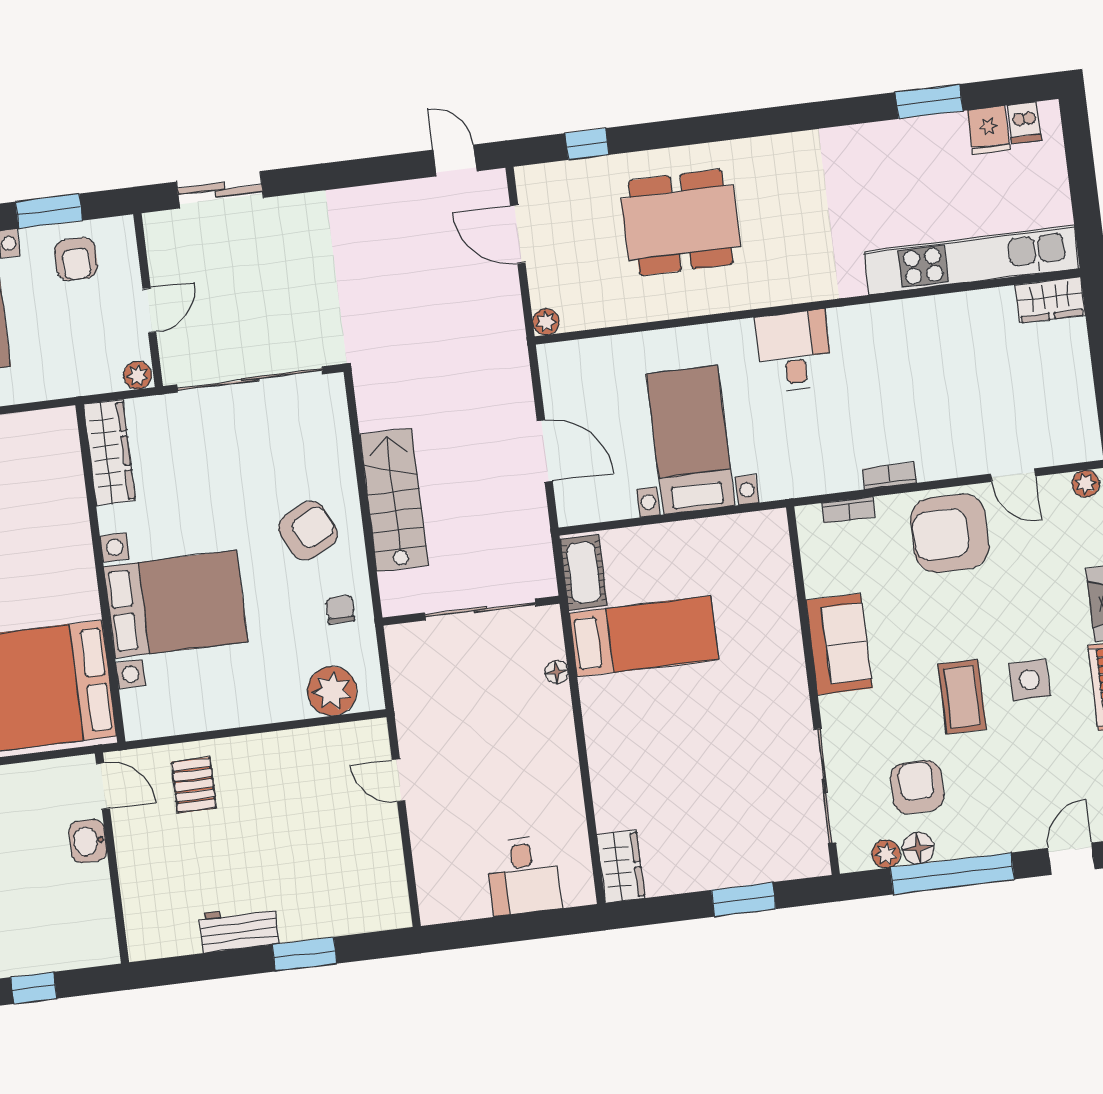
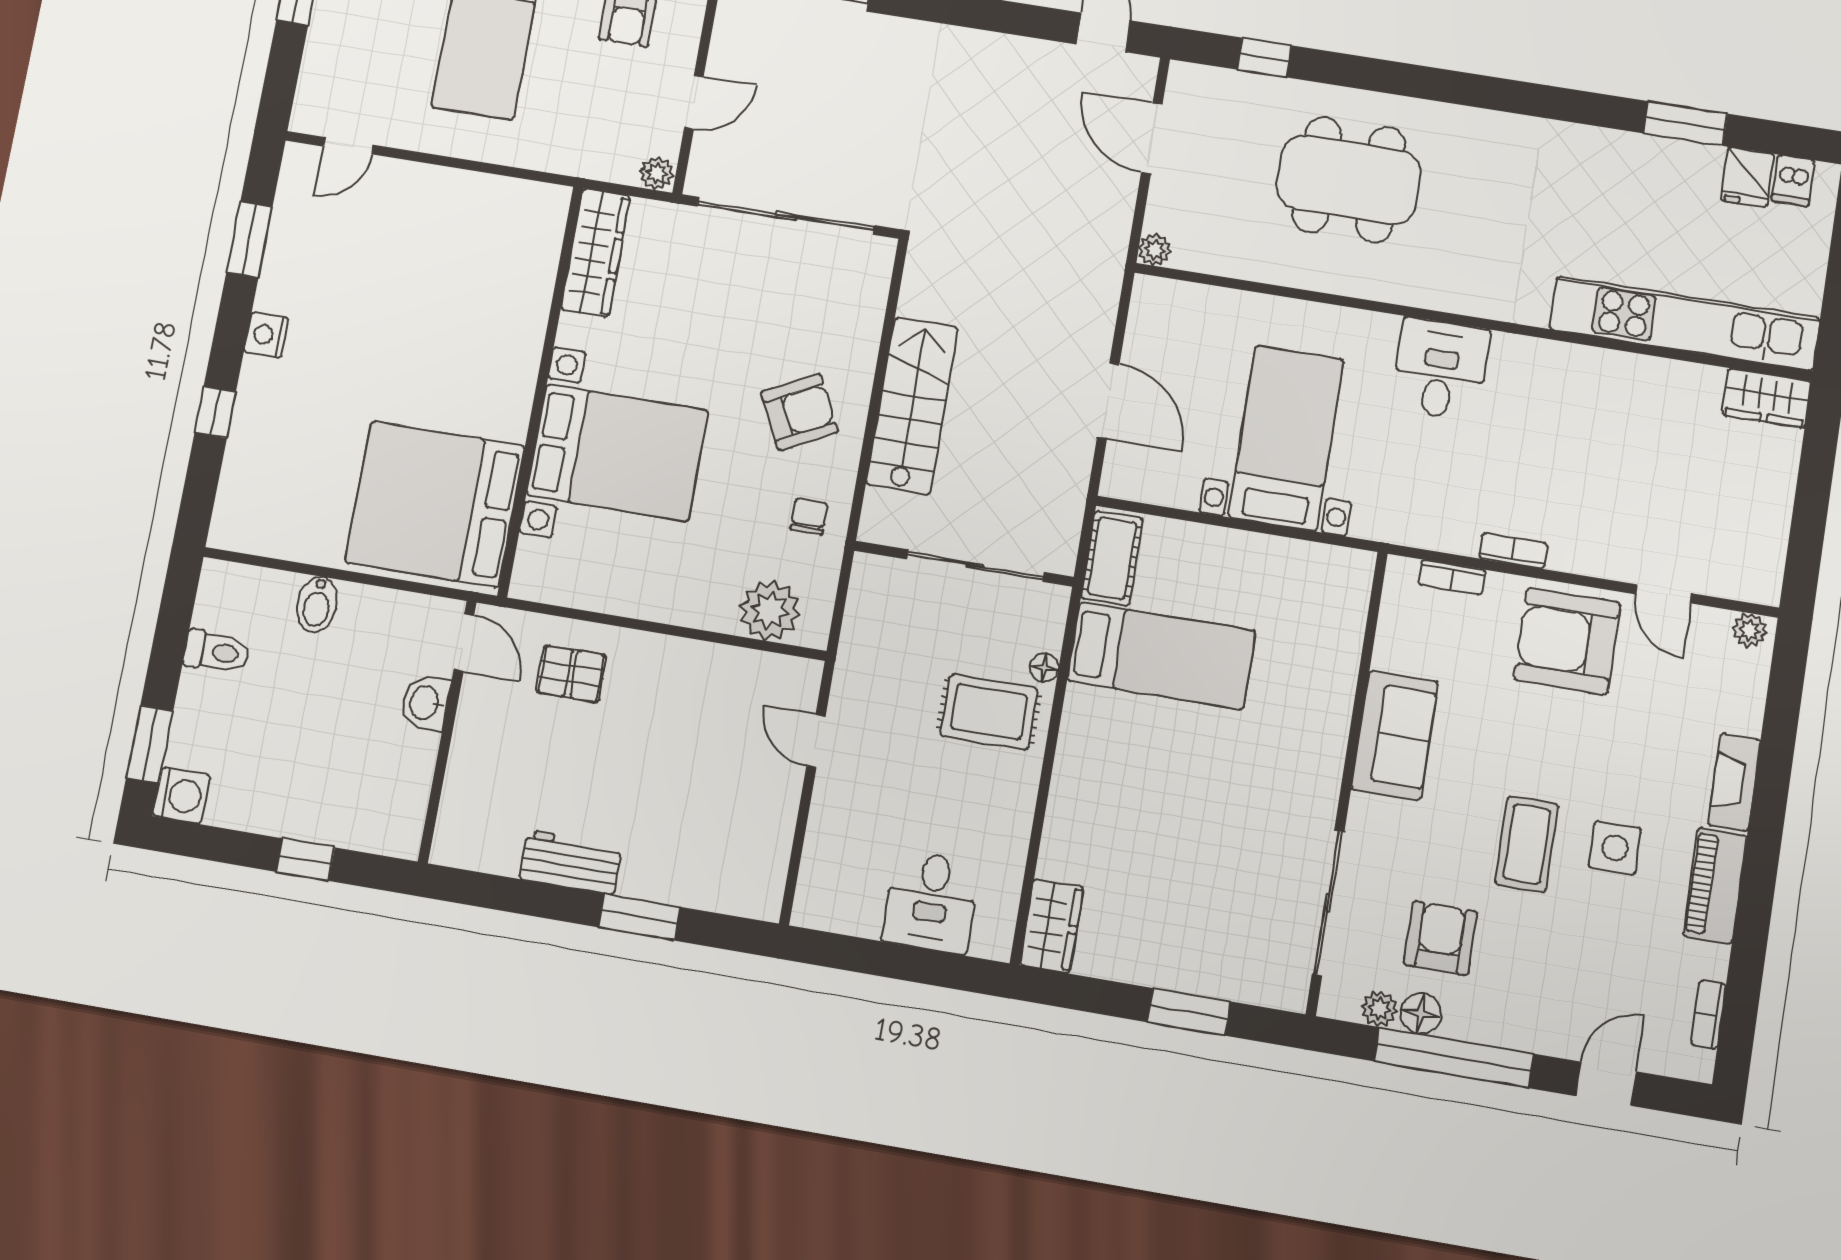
rug: (524, 718) -> (989, 712), added
pallet: (194, 785) -> (571, 674), turned 90

